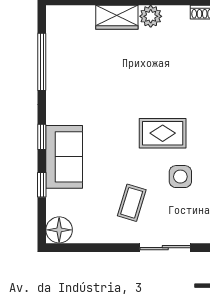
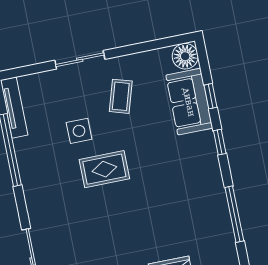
sofa: (64, 157) -> (189, 102), moved

